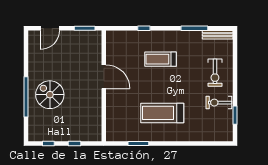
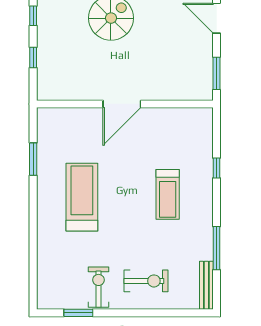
treadmill: (161, 59) -> (168, 194), turned 180
exercise bike: (215, 73) -> (146, 281), turned 180
door: (104, 77) -> (122, 104), moved

